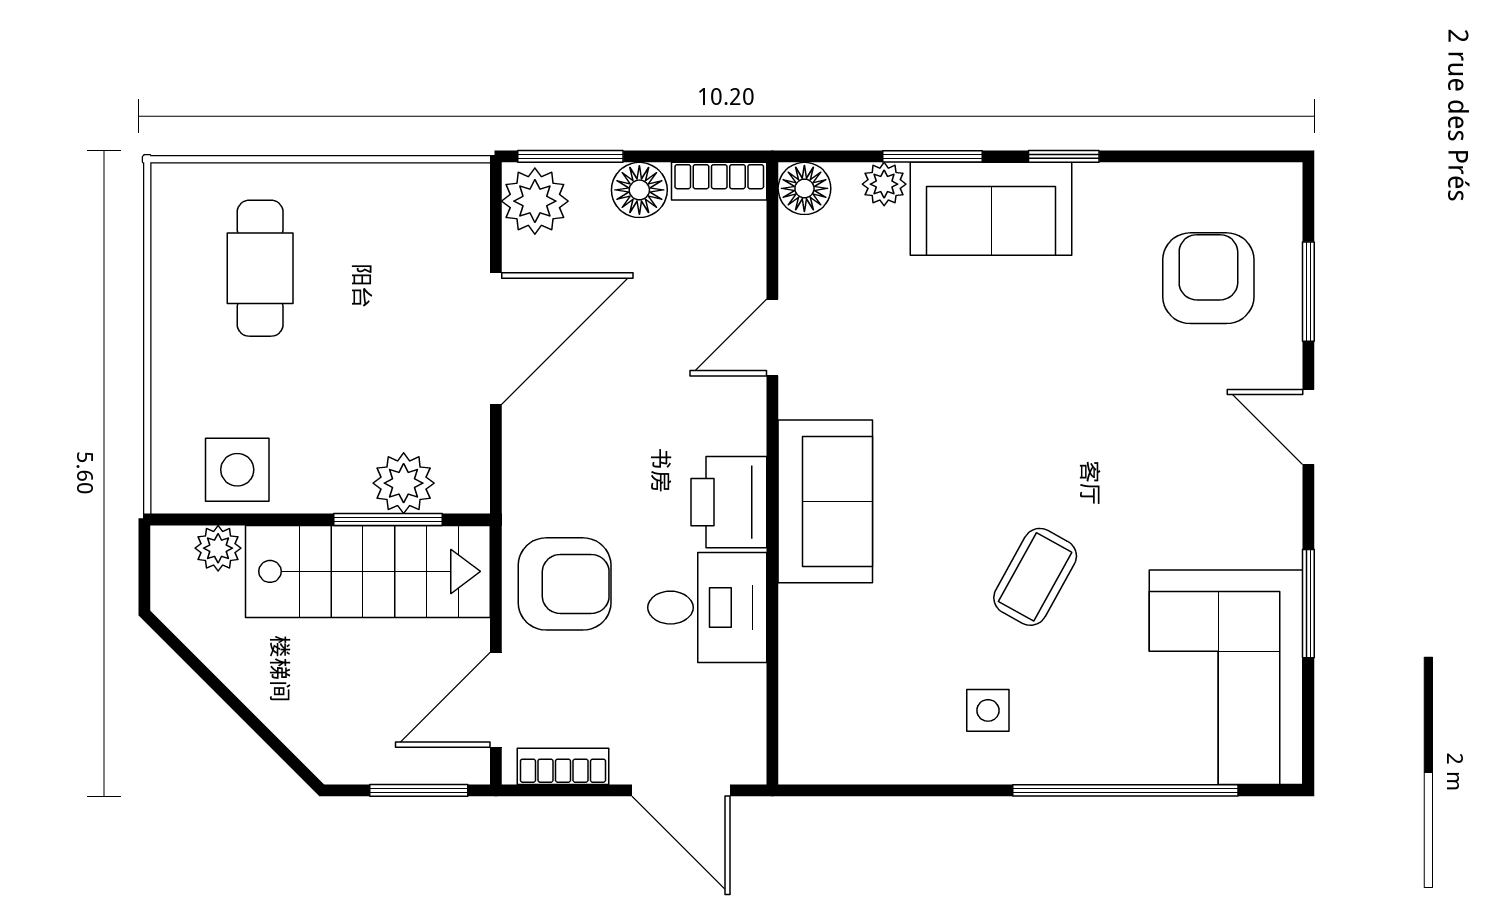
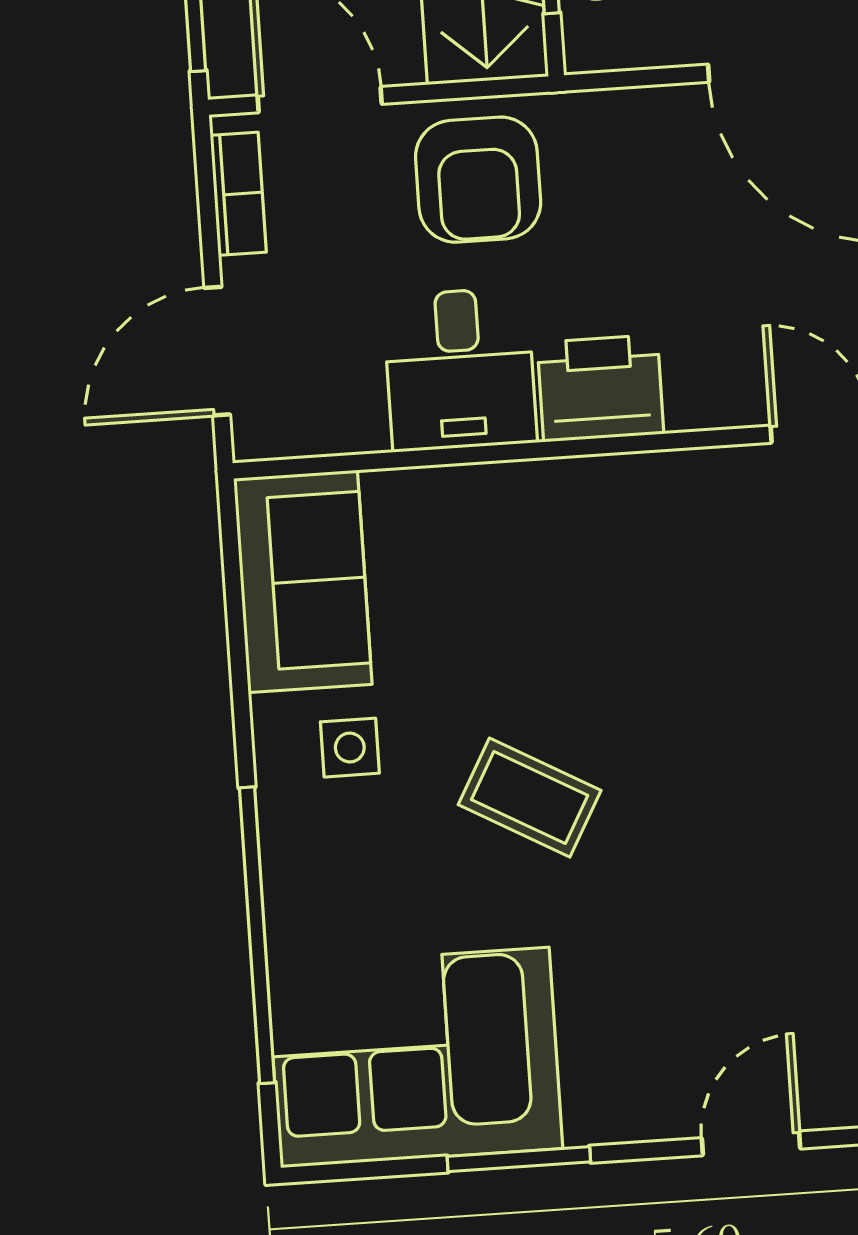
sofa: (825, 501) -> (303, 581), moved, turned -90

